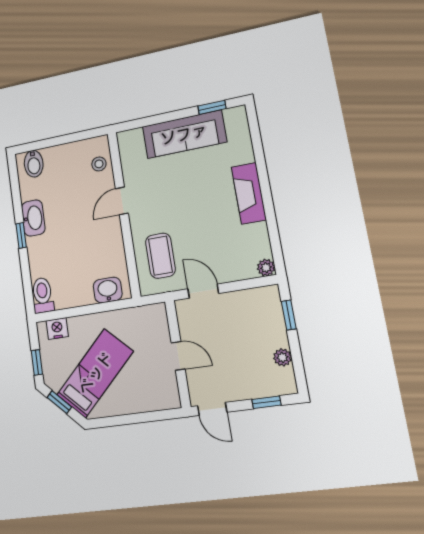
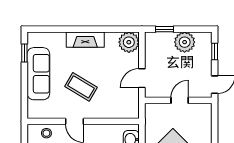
coffee table: (160, 256) -> (81, 87), moved, turned 31
plant: (266, 268) -> (129, 42), width x1.88, depth x1.88
plant: (282, 357) -> (185, 42), width x1.88, depth x1.88

